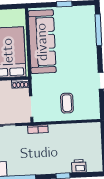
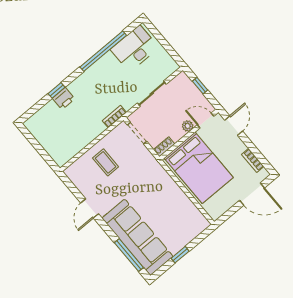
sofa: (42, 42) -> (137, 237), moved, turned 180
printer: (79, 166) -> (64, 99), moved

